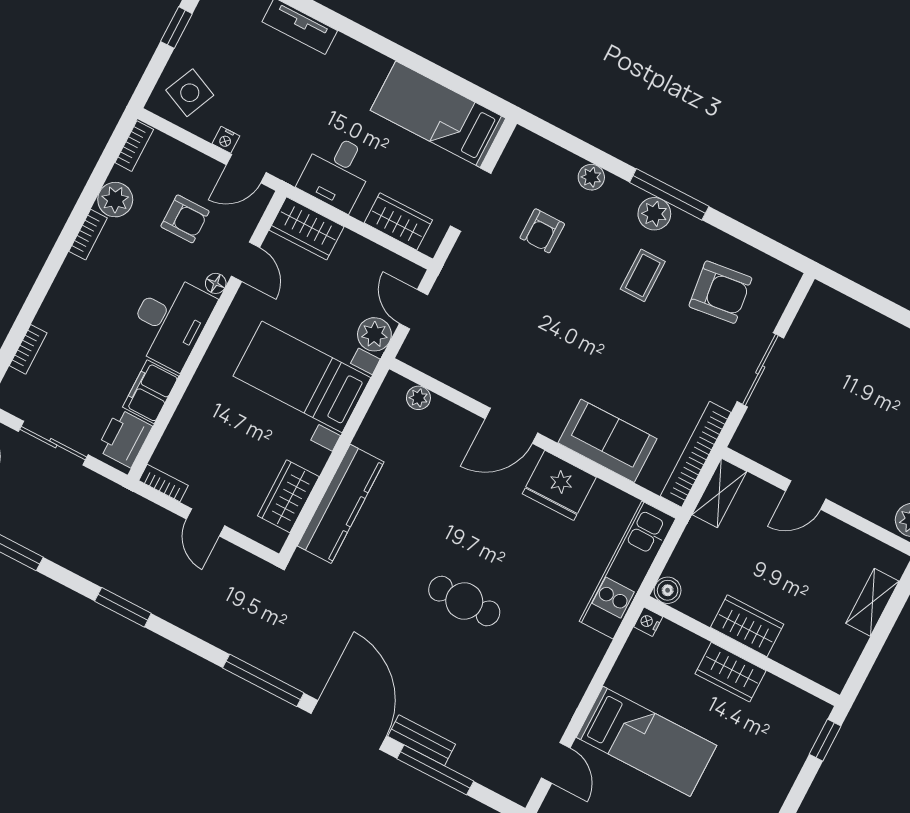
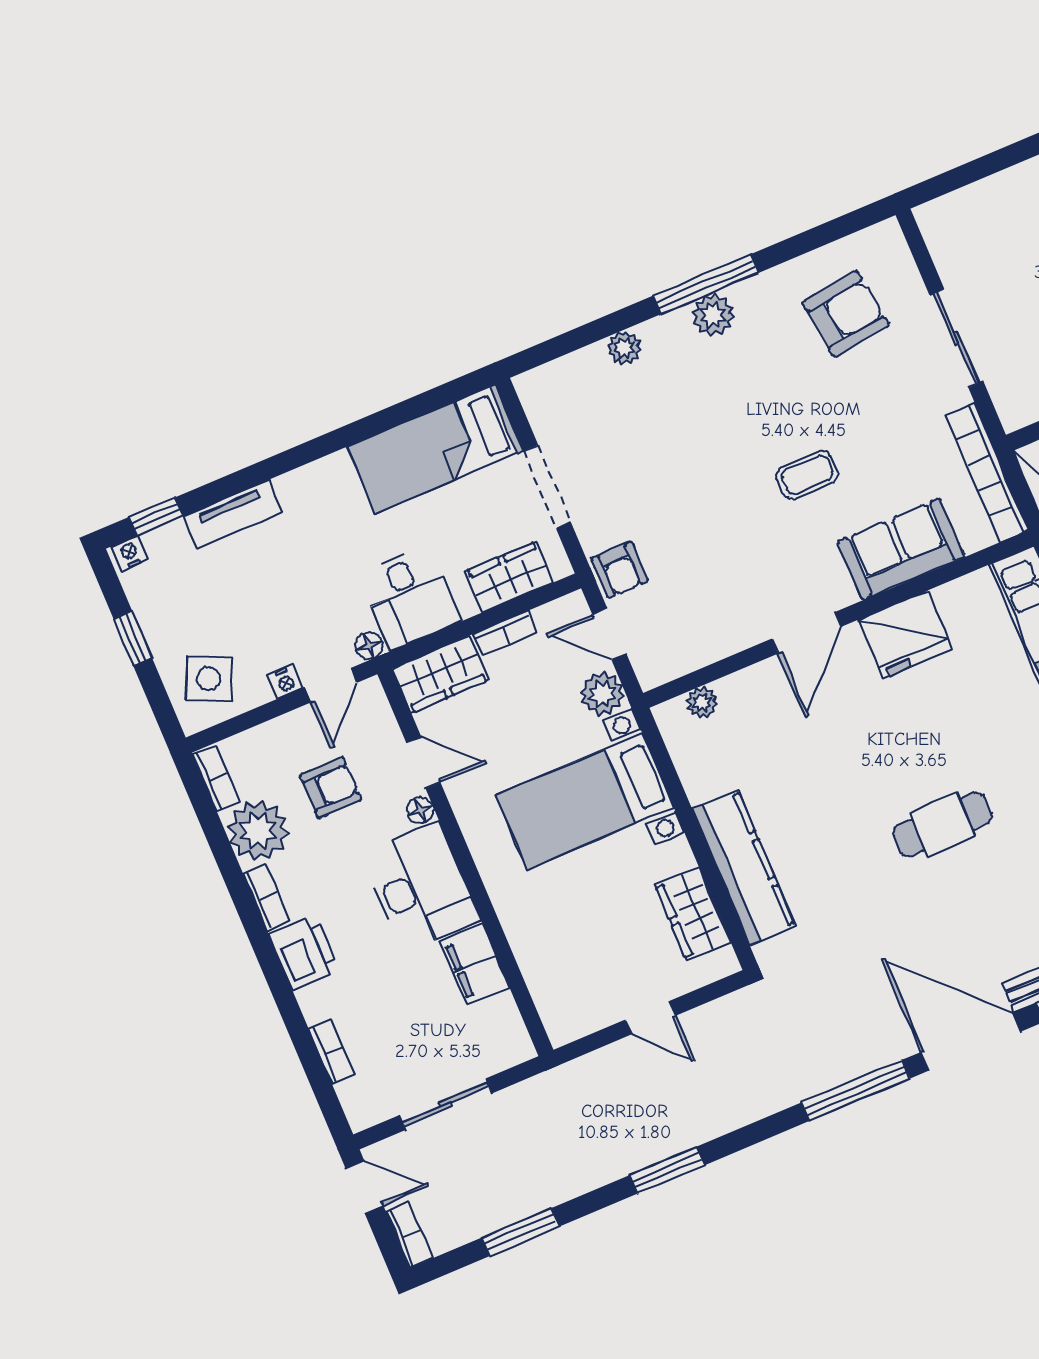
floor lamp: (288, 172) -> (369, 646), added
plant: (115, 200) -> (258, 831), width x1.36, depth x1.36
armchair: (542, 231) -> (620, 570), moved
coffee table: (643, 275) -> (807, 475), moved, turned 90
printer: (124, 438) -> (304, 952), moved, turned 180
bookcase: (163, 483) -> (505, 633), moved, turned 180

